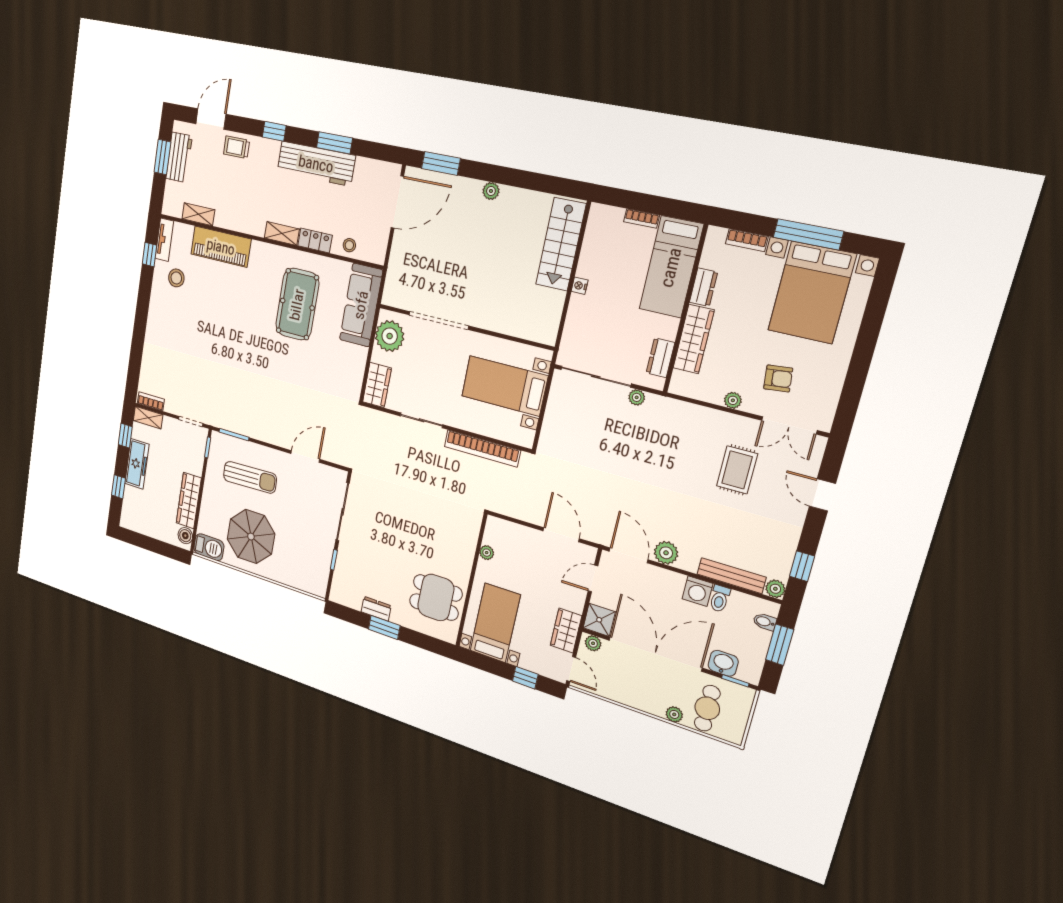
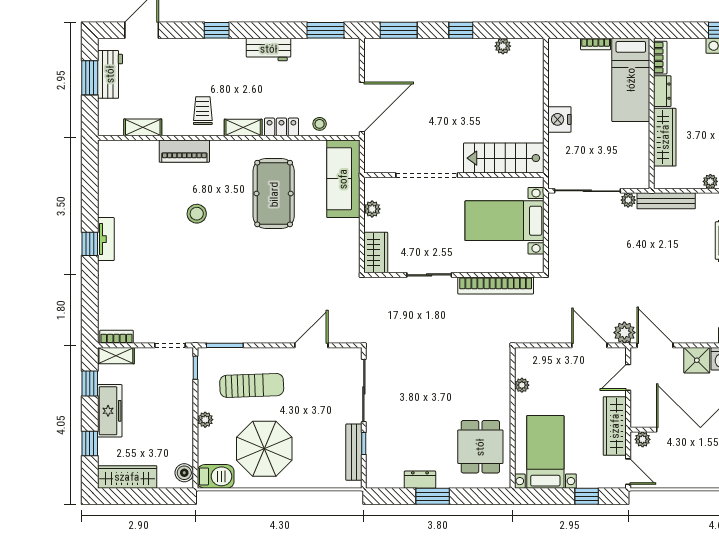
window: (334, 143) -> (325, 30), moved
trolley: (237, 147) -> (203, 111), moved, turned 90
workbench: (316, 164) -> (269, 49), width x0.53, depth x0.76
window: (503, 175) -> (461, 30), added
plant: (491, 191) -> (503, 46), moved
door: (397, 202) -> (362, 107), moved
tv unit: (164, 240) -> (106, 239), moved
bookcase: (747, 240) -> (660, 58), moved, turned -90
stairs: (561, 244) -> (504, 158), moved, turned 90
piano: (221, 247) -> (184, 151), width x0.73, depth x0.75
window: (149, 255) -> (90, 244), moved
stool: (176, 278) -> (197, 214), moved
nightstand: (580, 286) -> (559, 119), width x1.89, depth x1.79
plant: (390, 336) -> (372, 209), width x0.53, depth x0.53
dresser: (660, 358) -> (640, 160), removed
bench: (678, 409) -> (666, 201), added
plant: (208, 495) -> (205, 420), added
wardrobe: (189, 501) -> (127, 477), moved, turned 90
plant: (666, 553) -> (624, 333), moved
bench: (324, 565) -> (354, 452), added
dining table: (436, 597) -> (480, 447), turned 90
shower: (599, 620) -> (697, 360), moved
wardrobe: (566, 631) -> (615, 426), width x1.50

